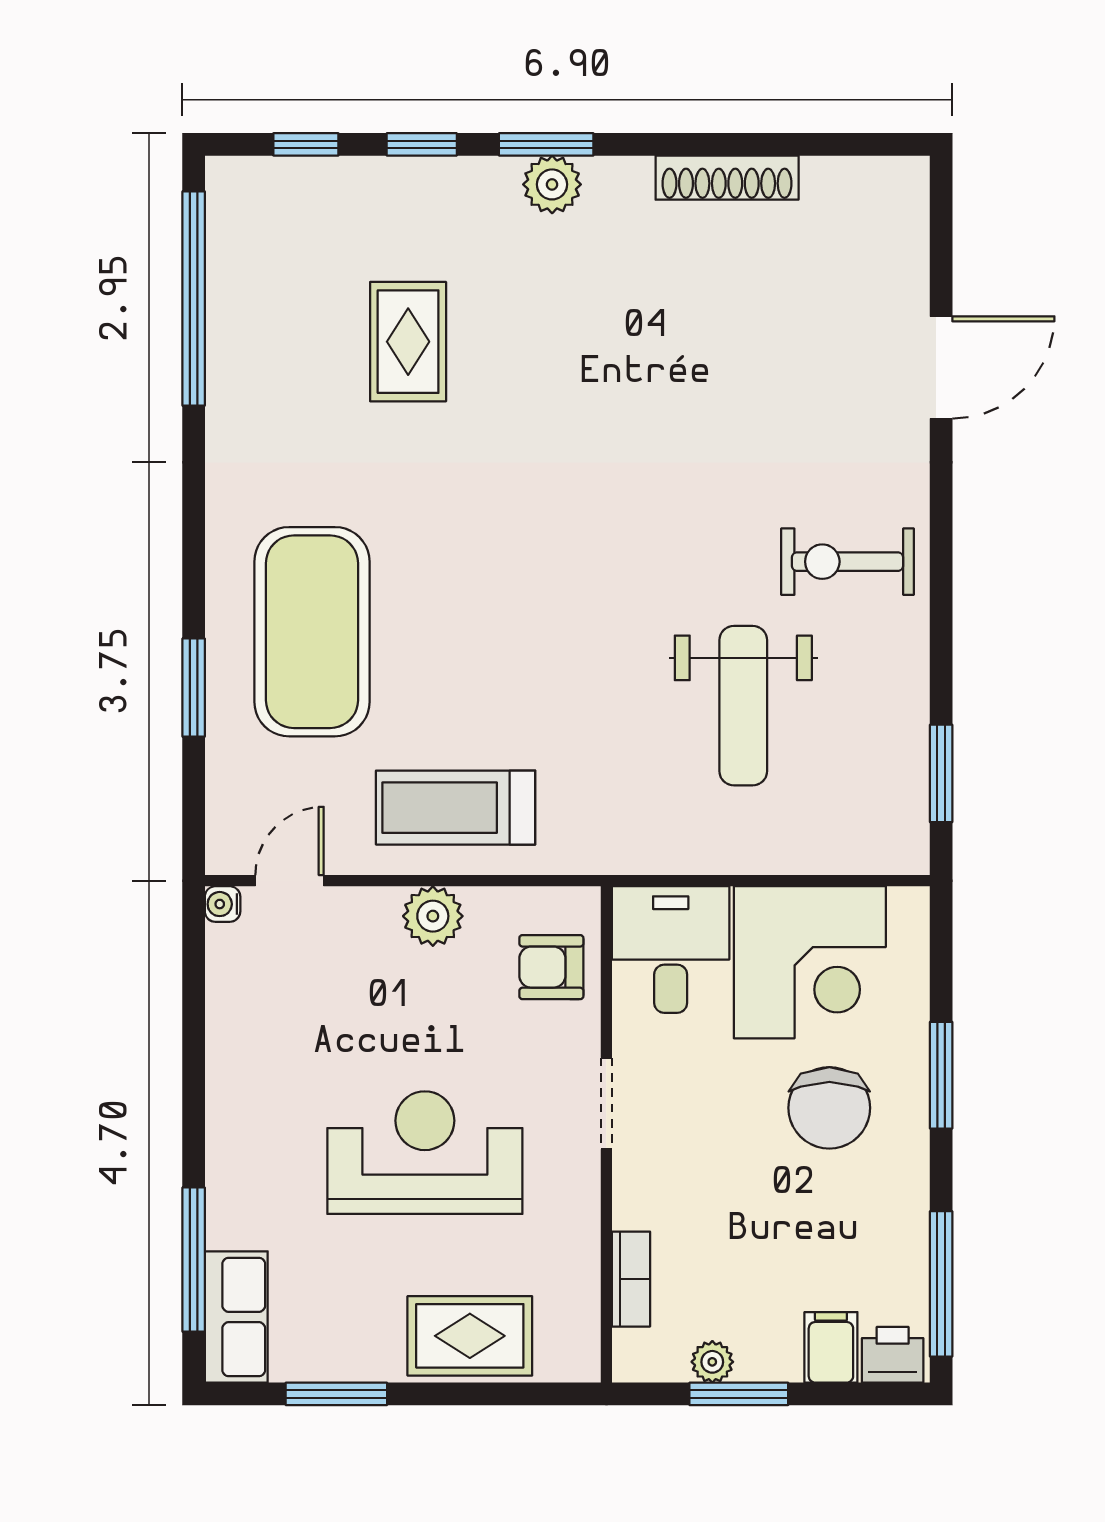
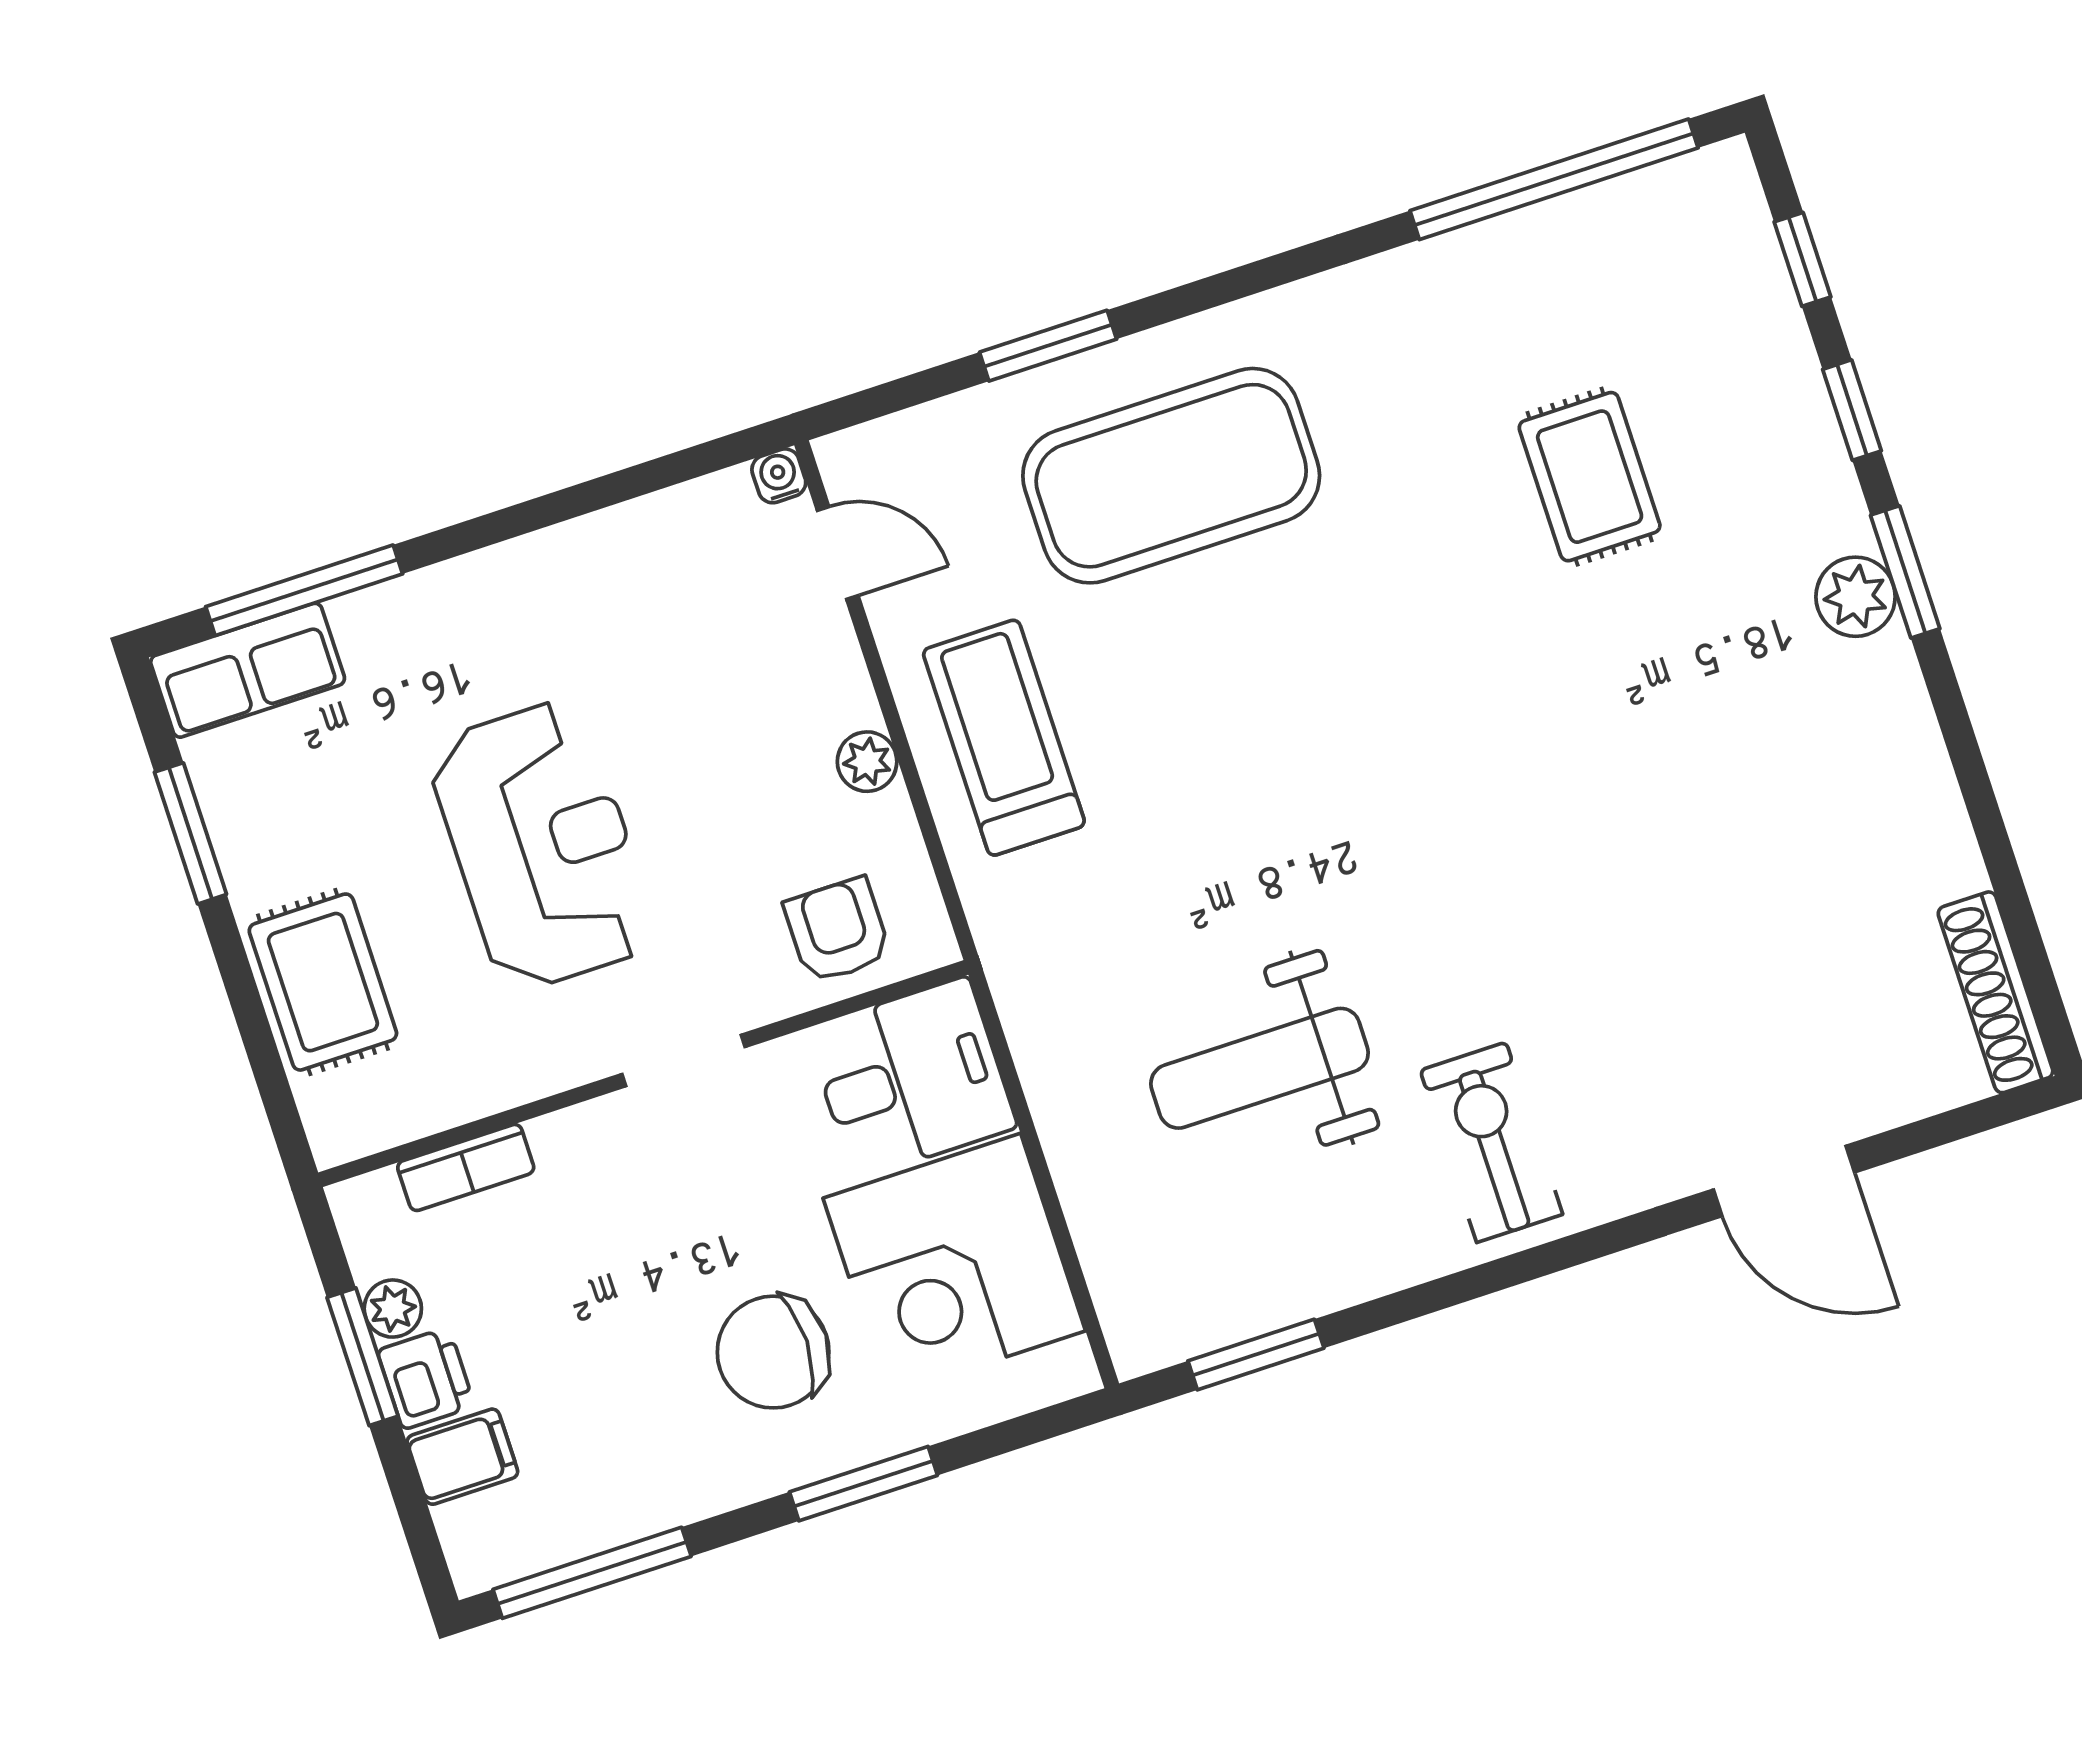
shoe rack: (727, 178) -> (1996, 992), moved
rug: (408, 342) -> (1590, 477), turned 90
plant: (433, 916) -> (867, 762), width x0.73, depth x0.73
printer: (893, 1355) -> (426, 1378), moved

